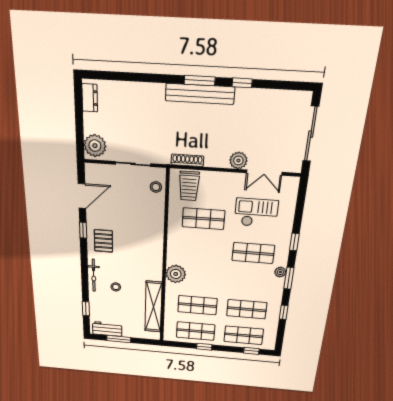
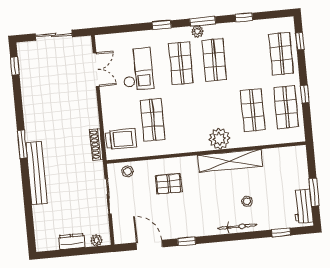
window: (242, 83) -> (15, 66), moved
bench: (200, 94) -> (36, 173), moved
dresser: (90, 98) -> (72, 241), moved
sliding door: (311, 134) -> (54, 35), width x0.73
plant: (95, 146) -> (97, 240), width x0.53, depth x0.53
plant: (238, 160) -> (88, 96), removed
checkout: (256, 213) -> (137, 69), turned 180
pallet: (103, 241) -> (169, 184), moved
shelving: (153, 307) -> (230, 161), moved
shop shelf: (247, 309) -> (214, 60), moved

